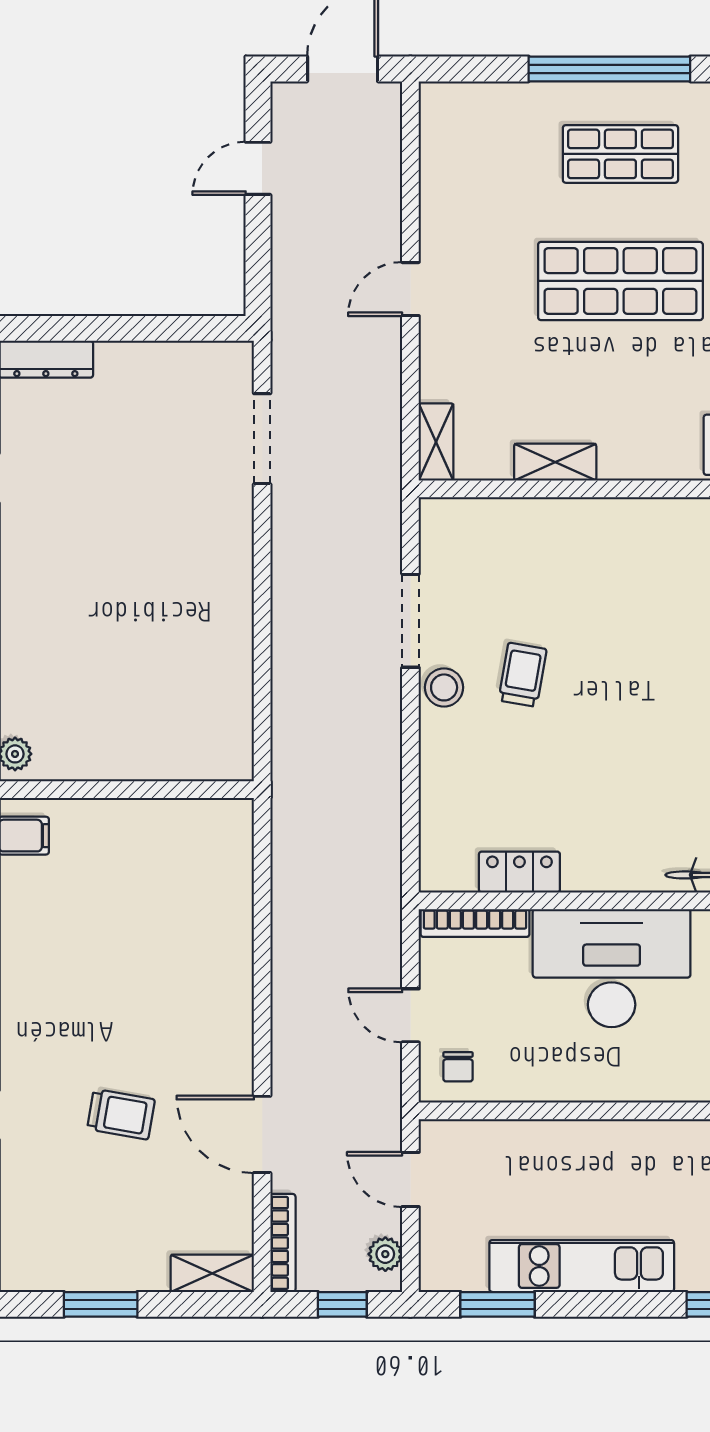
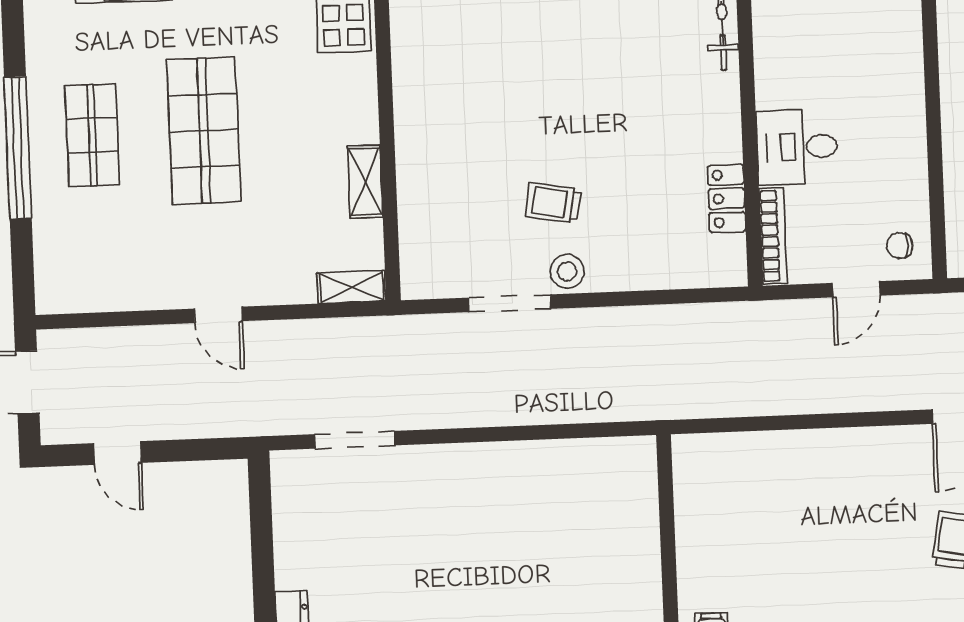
desk: (612, 968) -> (797, 147), width x0.53, depth x0.77
chair: (458, 1067) -> (900, 246), turned 180

